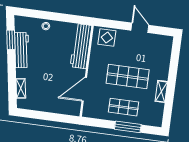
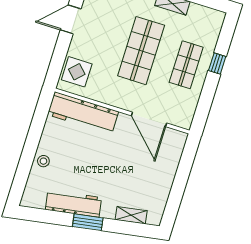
window: (11, 40) -> (88, 222), moved
window: (128, 127) -> (217, 64), width x0.46

